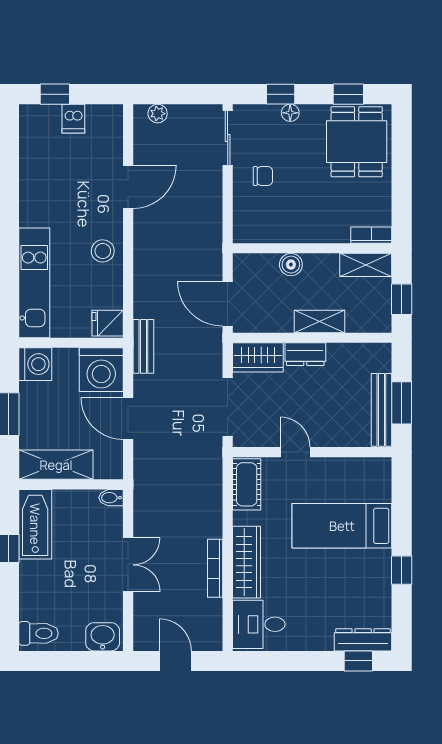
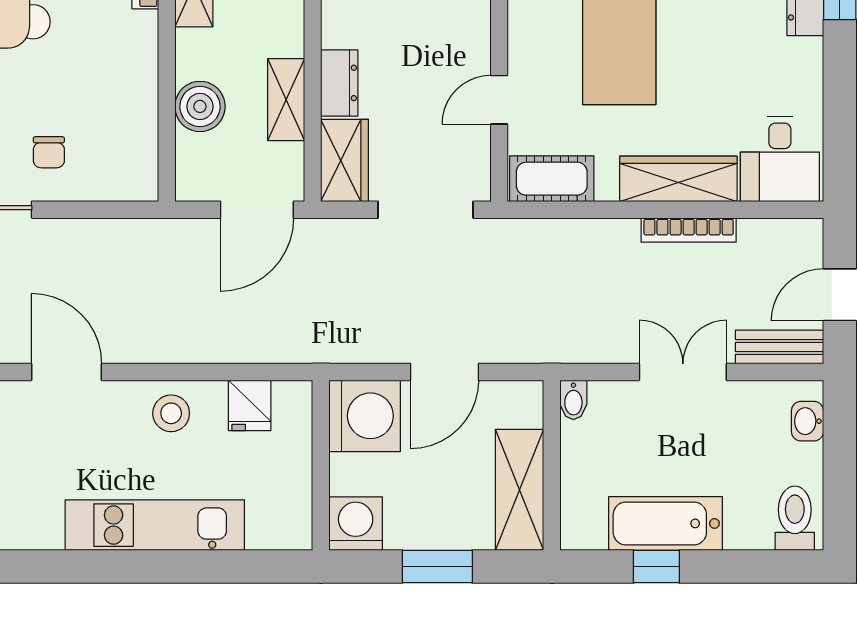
chair: (263, 176) -> (49, 152), turned 180
boiler: (291, 265) -> (200, 106), width x1.36, depth x1.36
kitchen unit: (34, 283) -> (155, 525), moved
shelving: (319, 321) -> (286, 100), moved
fridge: (108, 323) -> (250, 405), moved
bench: (143, 346) -> (779, 347), moved
bathtub: (35, 524) -> (666, 523), moved
washbasin: (103, 637) -> (807, 421), width x0.72, depth x0.69

